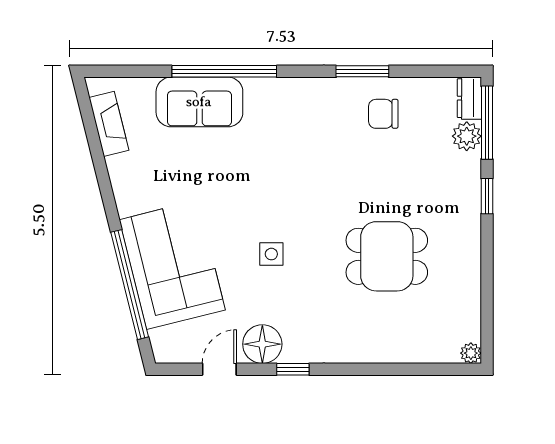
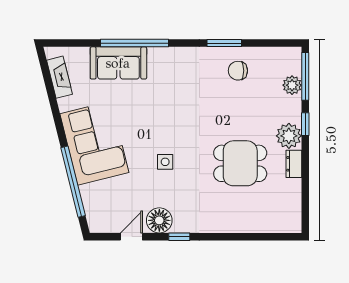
dresser: (469, 98) -> (294, 164), moved
corner sofa: (172, 265) -> (94, 143), moved
plant: (471, 353) -> (289, 136), moved, width x1.87, depth x1.87

